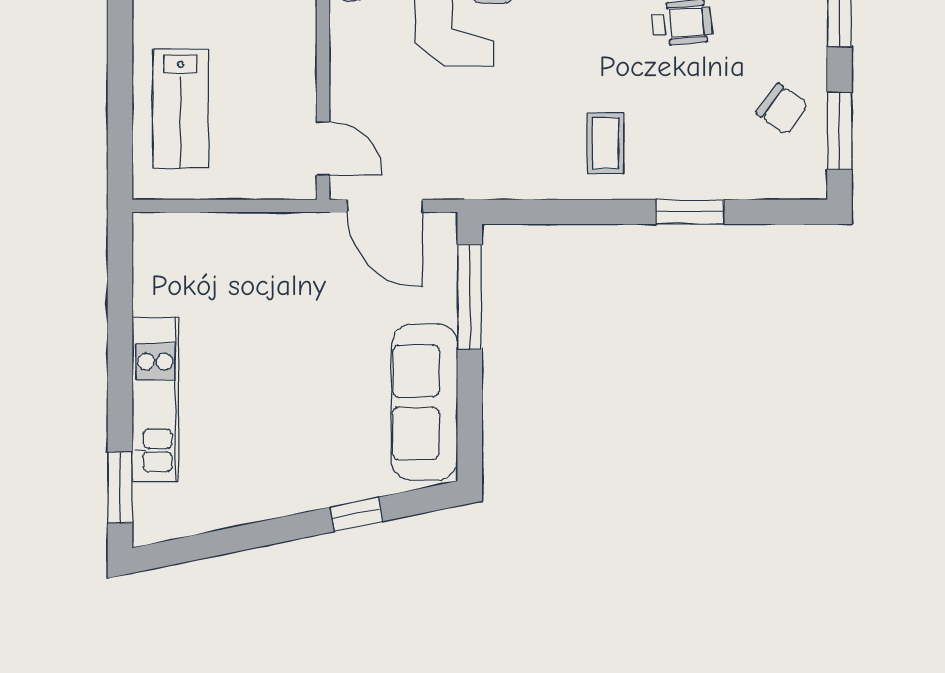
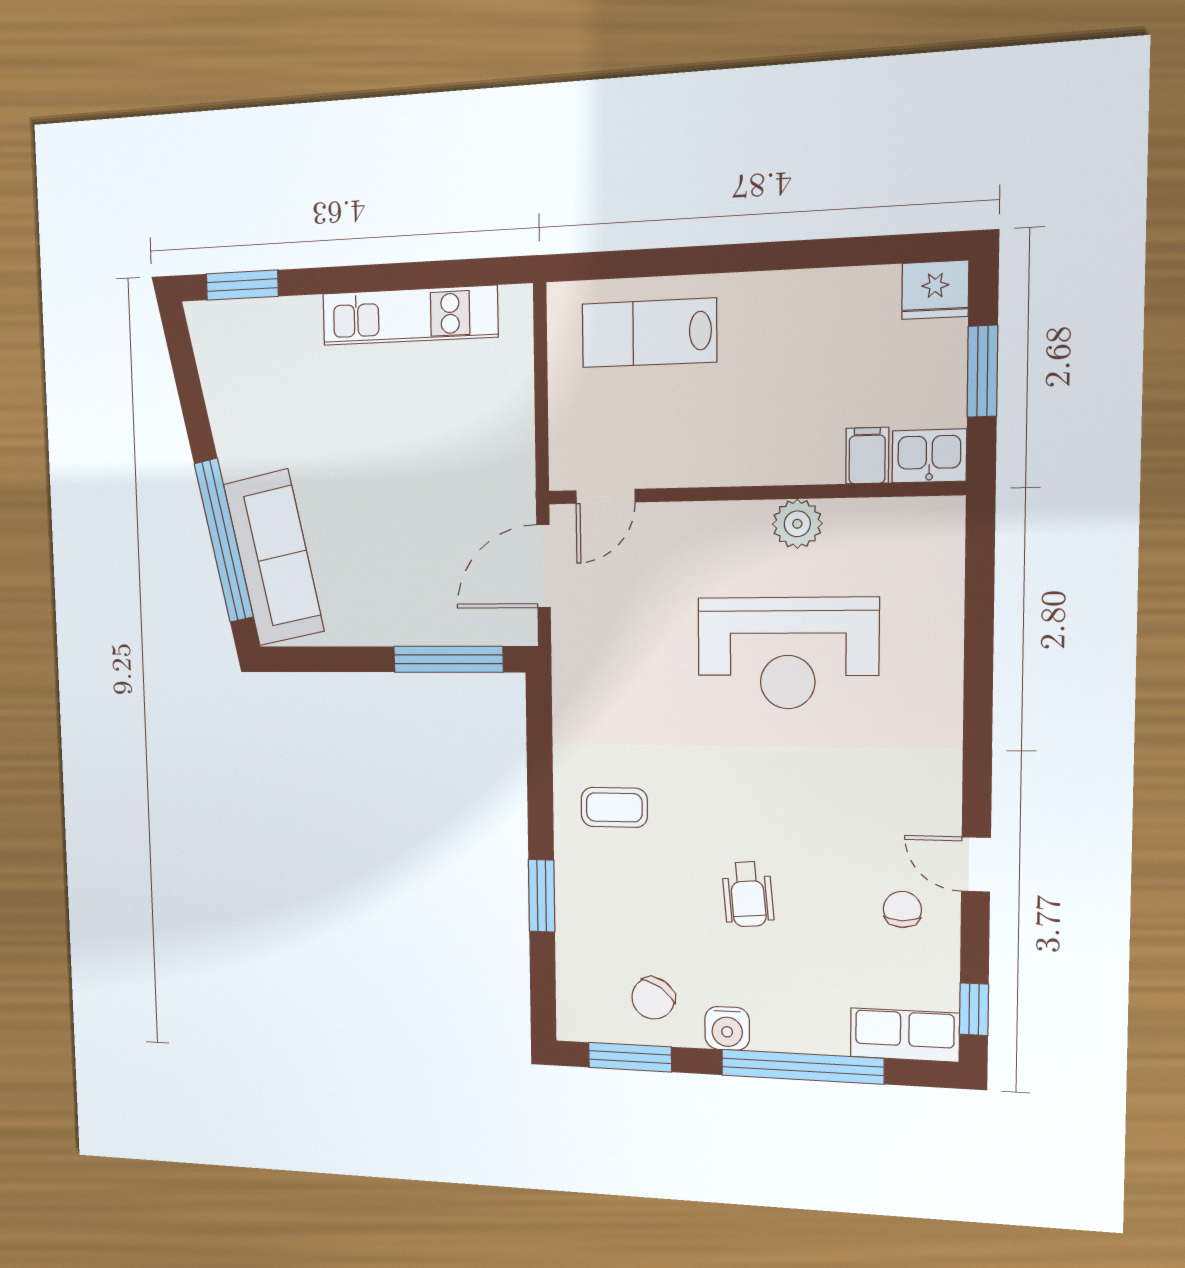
water cooler: (807, 42) -> (727, 1028), added
kitchen unit: (155, 399) -> (410, 315), moved
sofa: (425, 402) -> (274, 558), moved, turned 78
window: (356, 514) -> (224, 540), width x3.17

